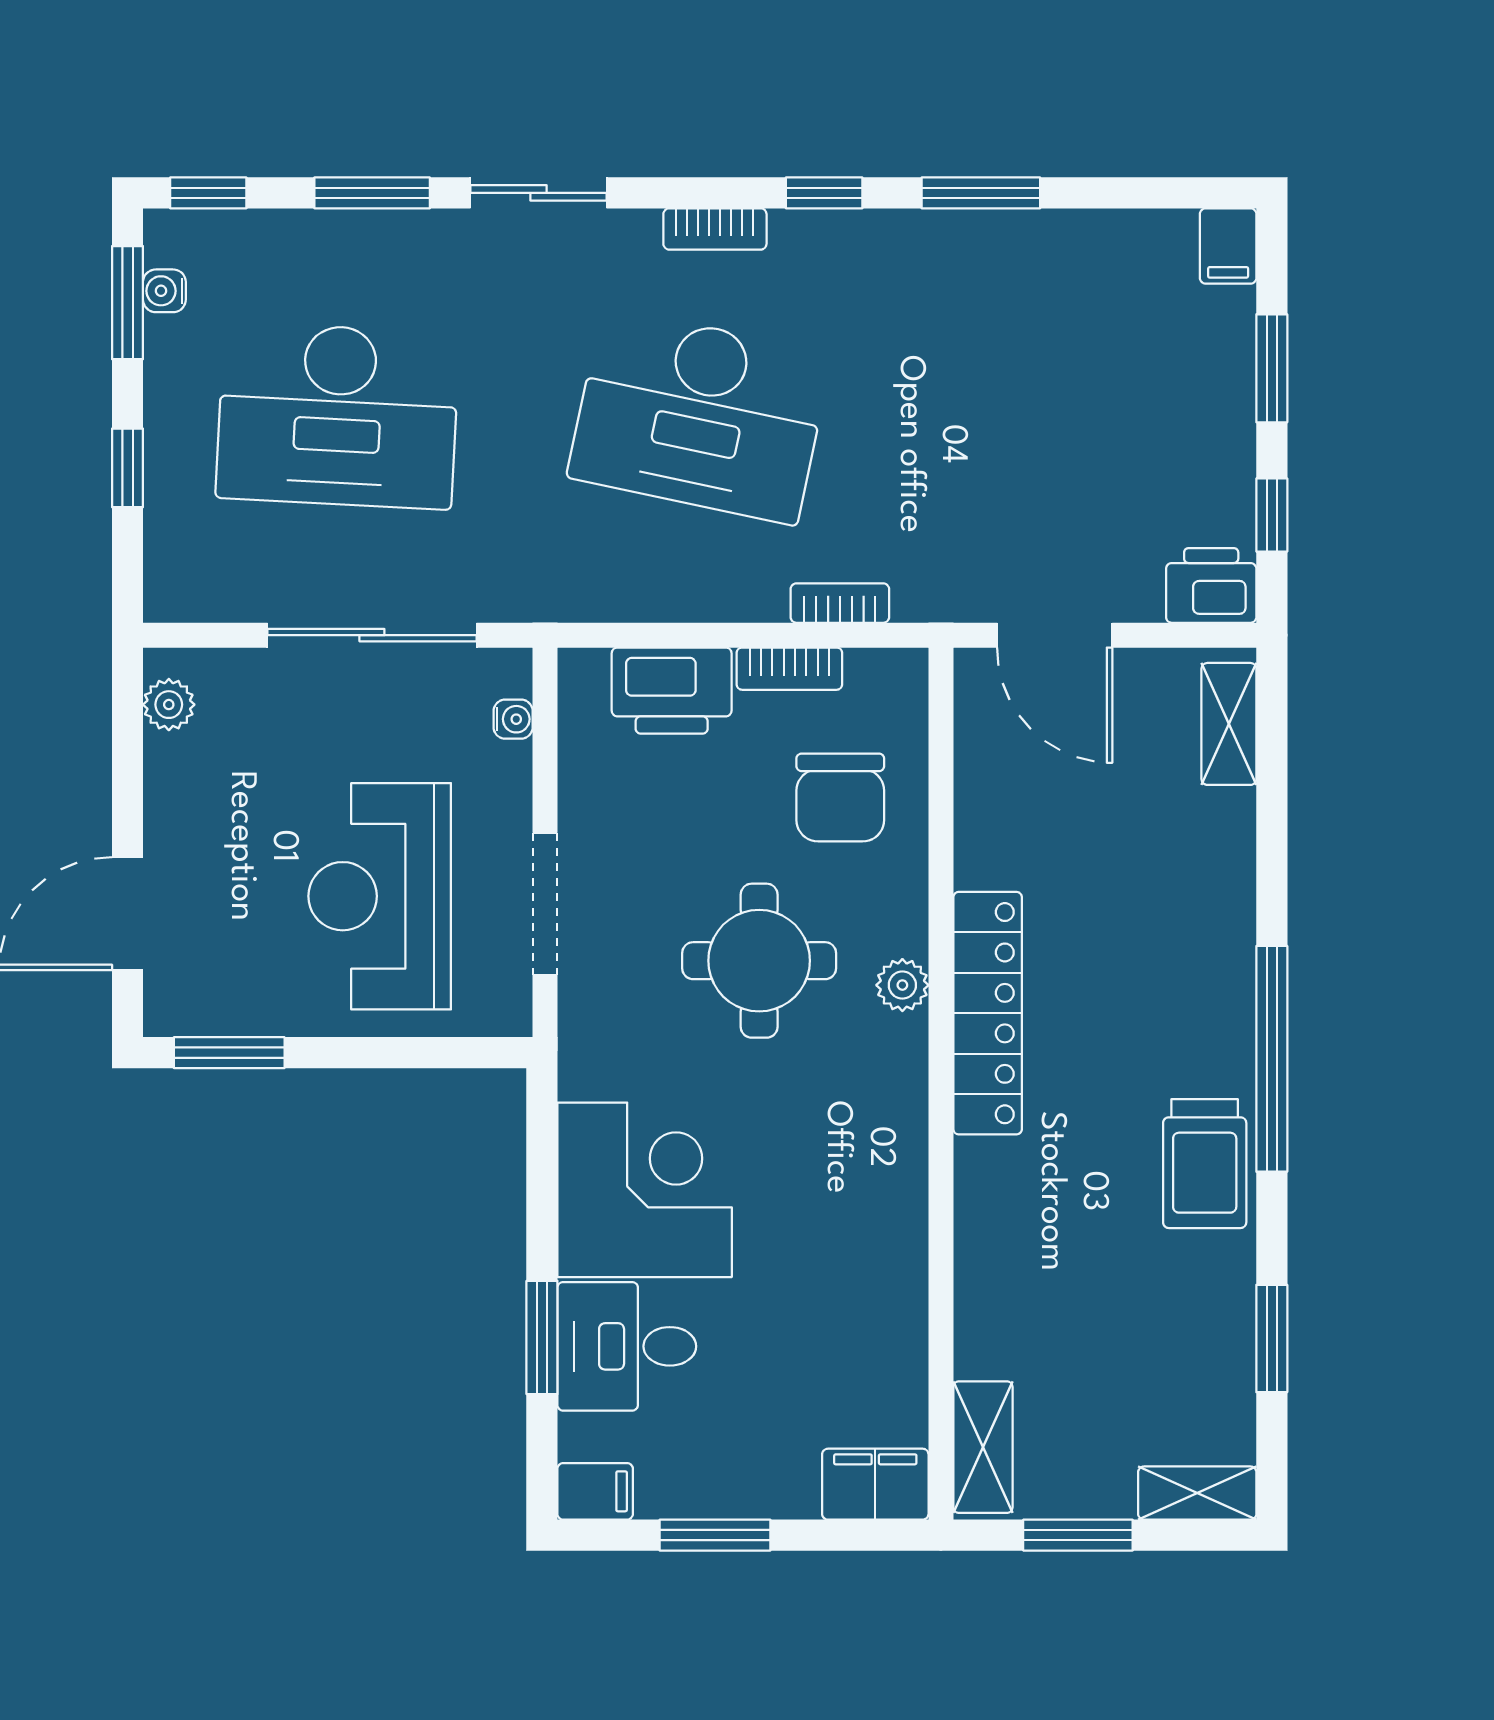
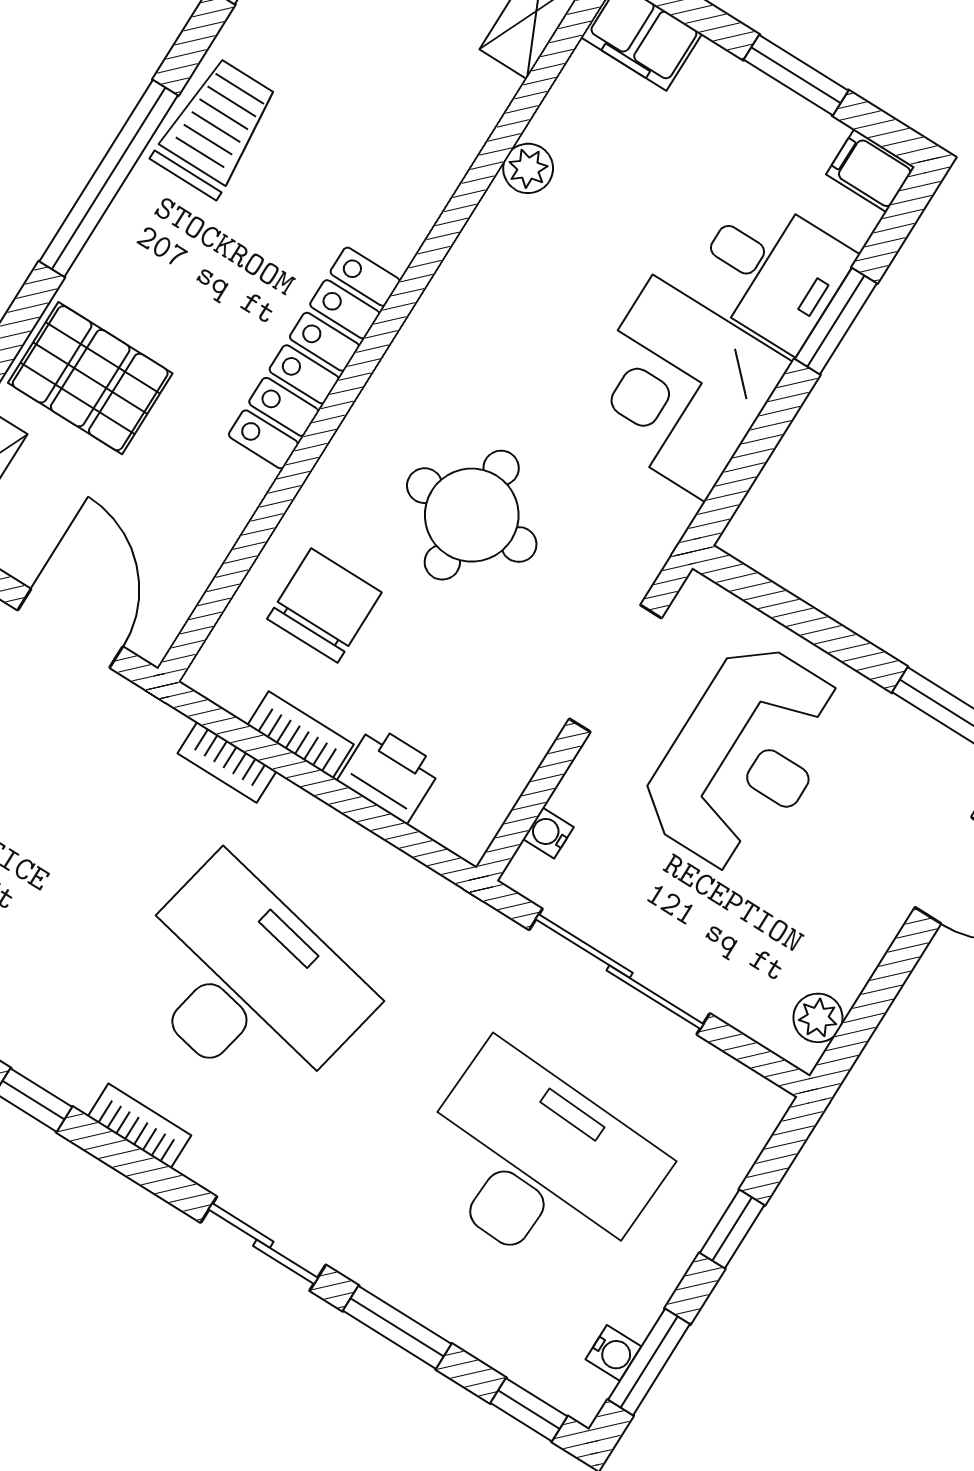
printer: (672, 691) -> (390, 774), width x0.73, depth x0.84
pallet: (1177, 870) -> (90, 378), added
plant: (902, 985) -> (528, 168), moved

